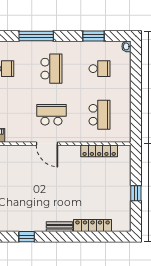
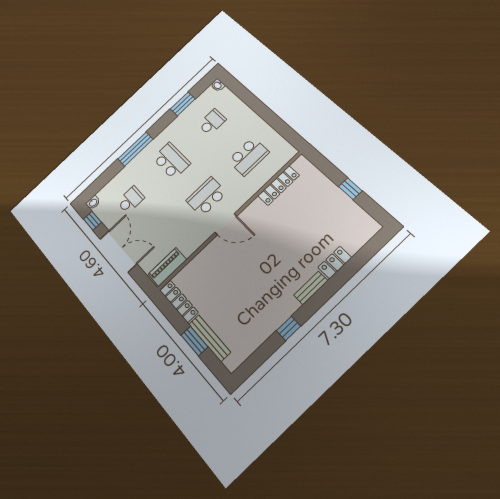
school desk: (100, 115) -> (248, 156), turned 90
locker: (93, 226) -> (335, 262), width x0.66

